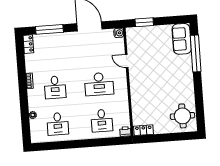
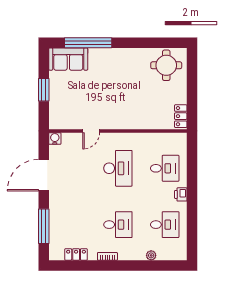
window: (144, 22) -> (44, 90), moved
locker: (28, 44) -> (76, 254), moved
printer: (125, 132) -> (181, 194), moved

